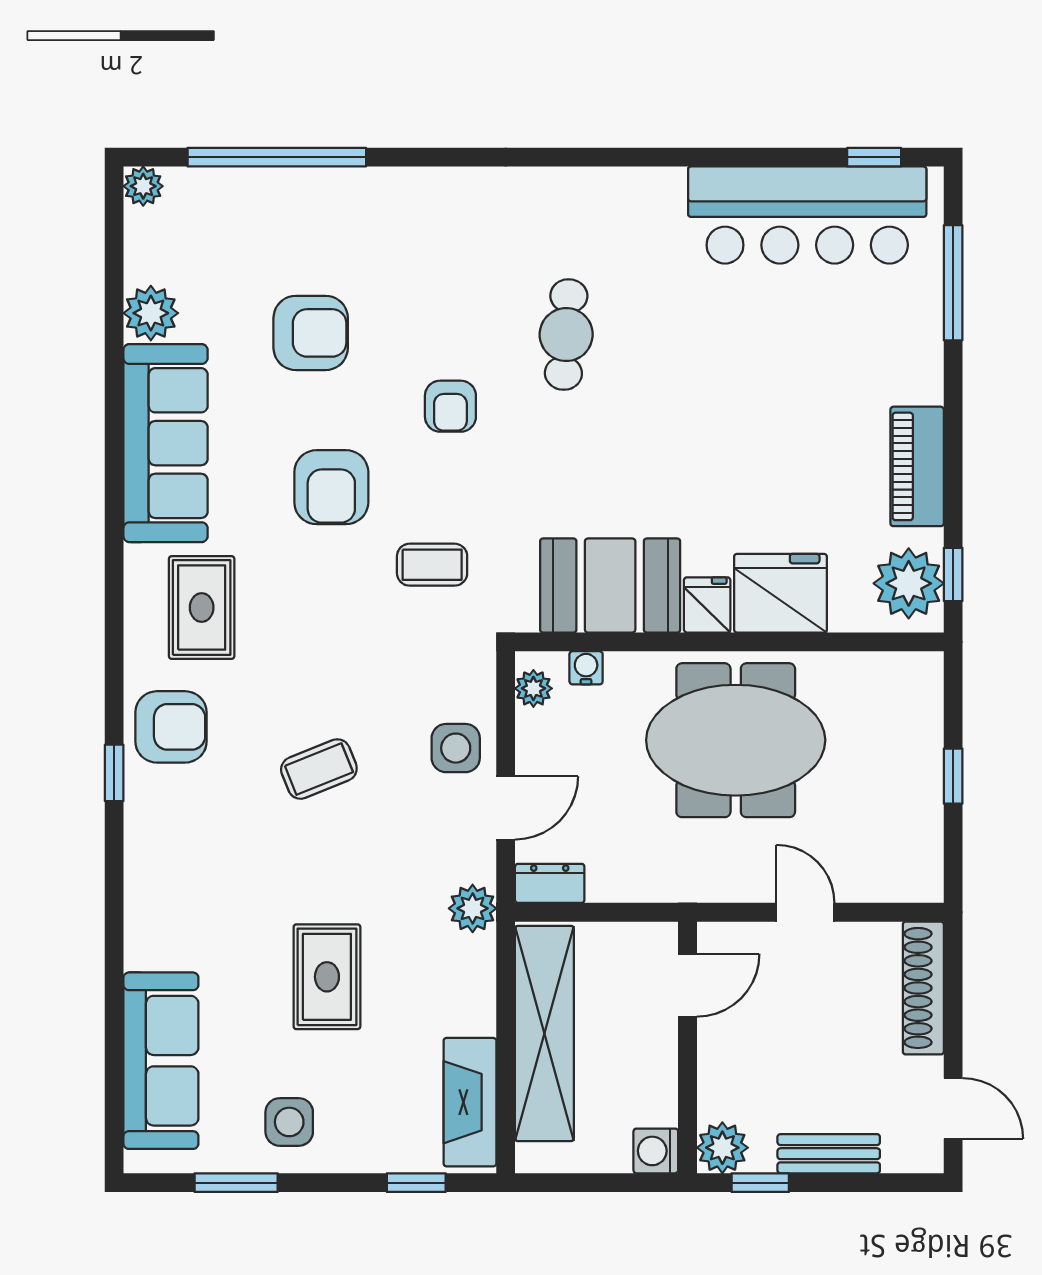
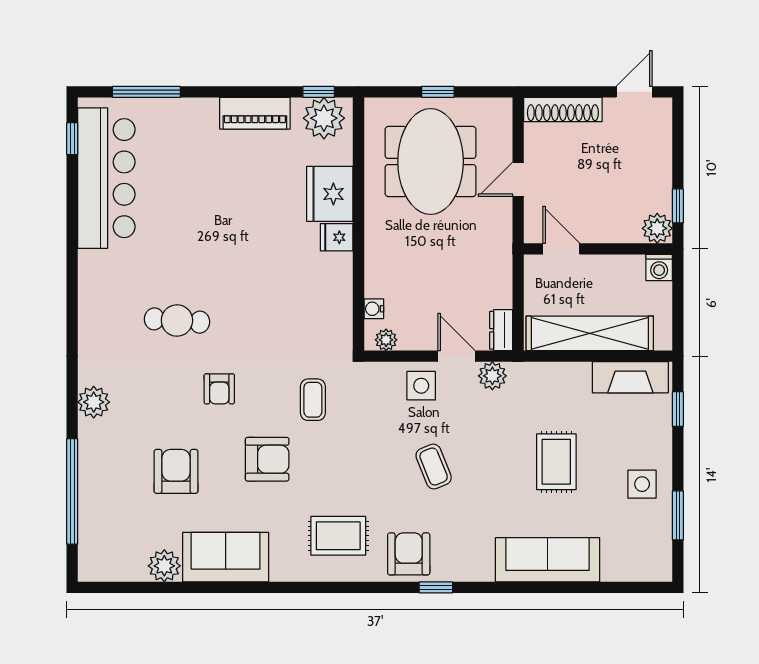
plant: (143, 186) -> (94, 402), moved, width x1.38, depth x1.38
armchair: (450, 406) -> (219, 389), turned 90
sofa: (166, 443) -> (226, 557), width x0.73
booth: (610, 586) -> (325, 295), removed
meeting table: (736, 740) -> (431, 161), moved
plant: (473, 908) -> (492, 376), moved
rug: (327, 977) -> (556, 462), turned 90
sofa: (161, 1061) -> (548, 560), moved
bench: (829, 1154) -> (661, 165), removed

